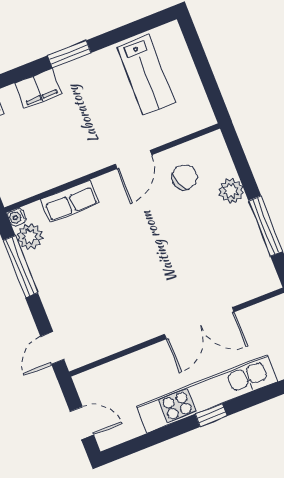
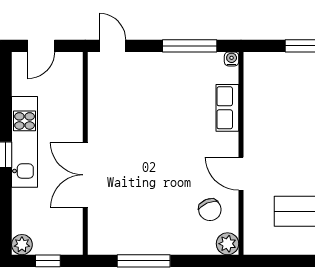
plant: (231, 191) -> (227, 244), moved
plant: (30, 237) -> (211, 63), removed
kitchen unit: (207, 394) -> (25, 142), width x0.73

